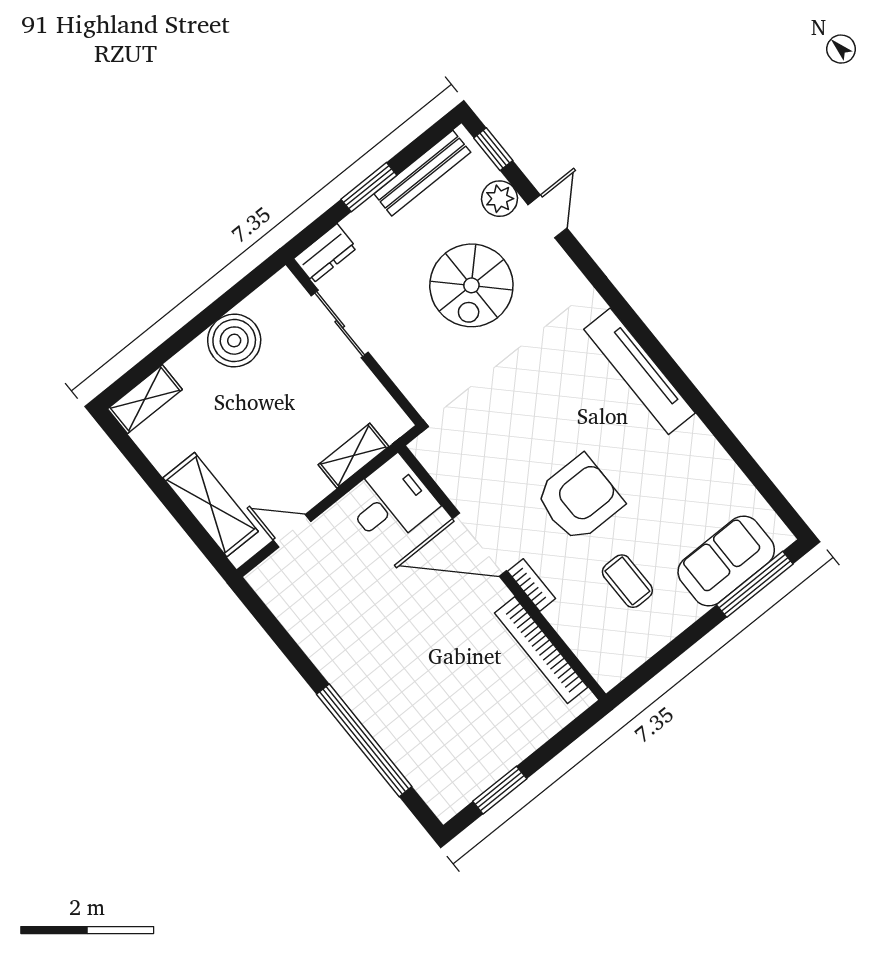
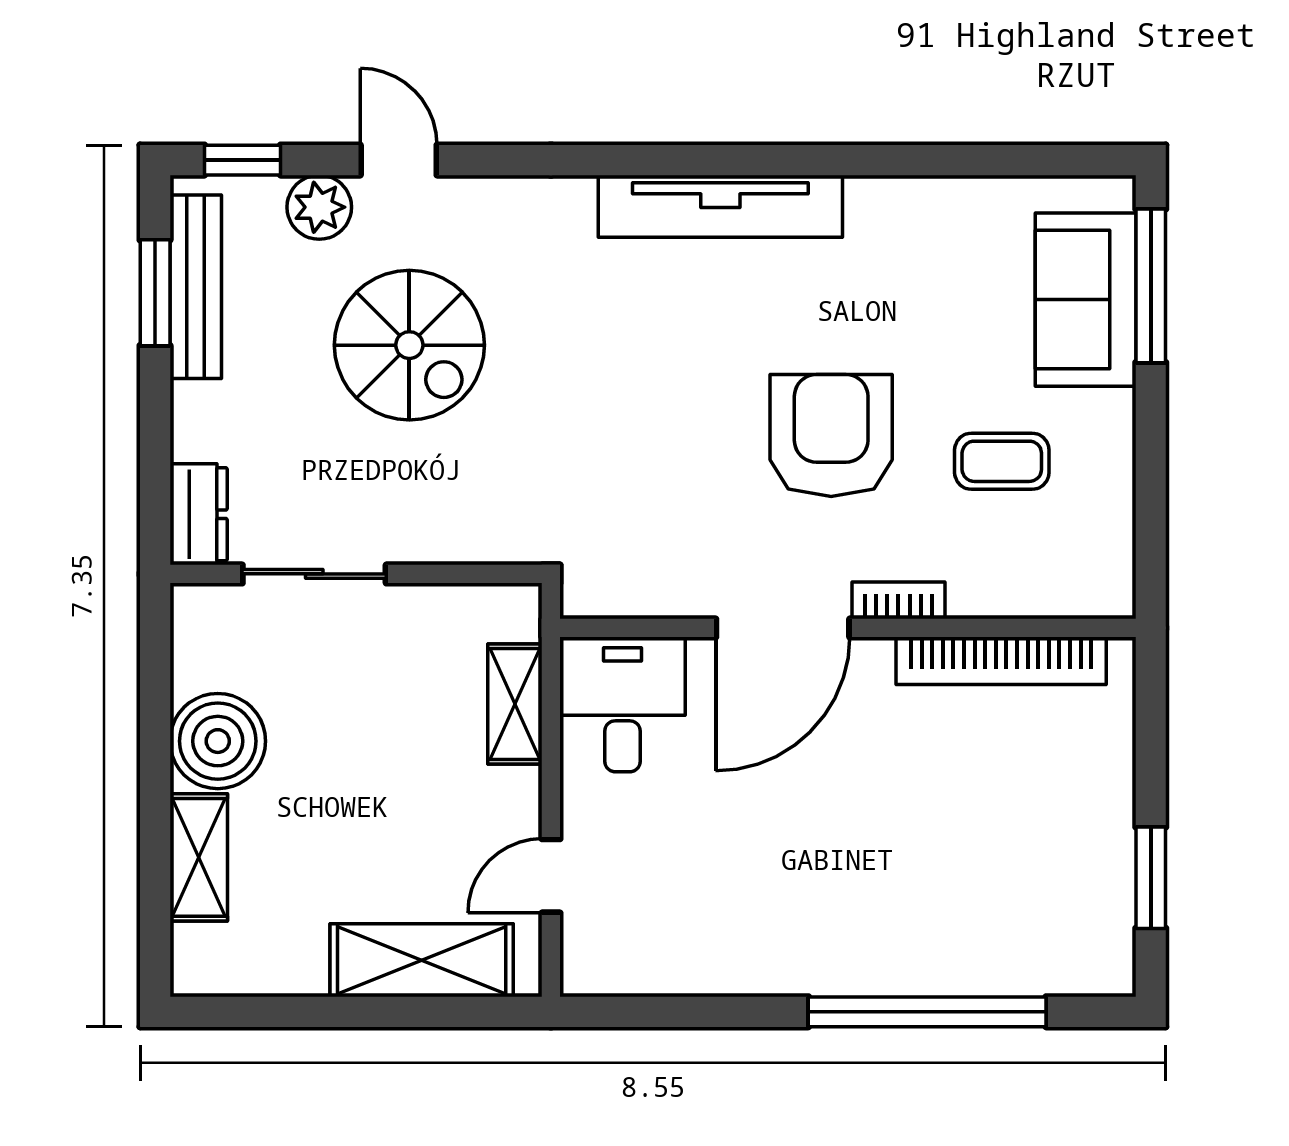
window: (369, 187) -> (155, 293), moved
shelving: (145, 399) -> (199, 857), moved

